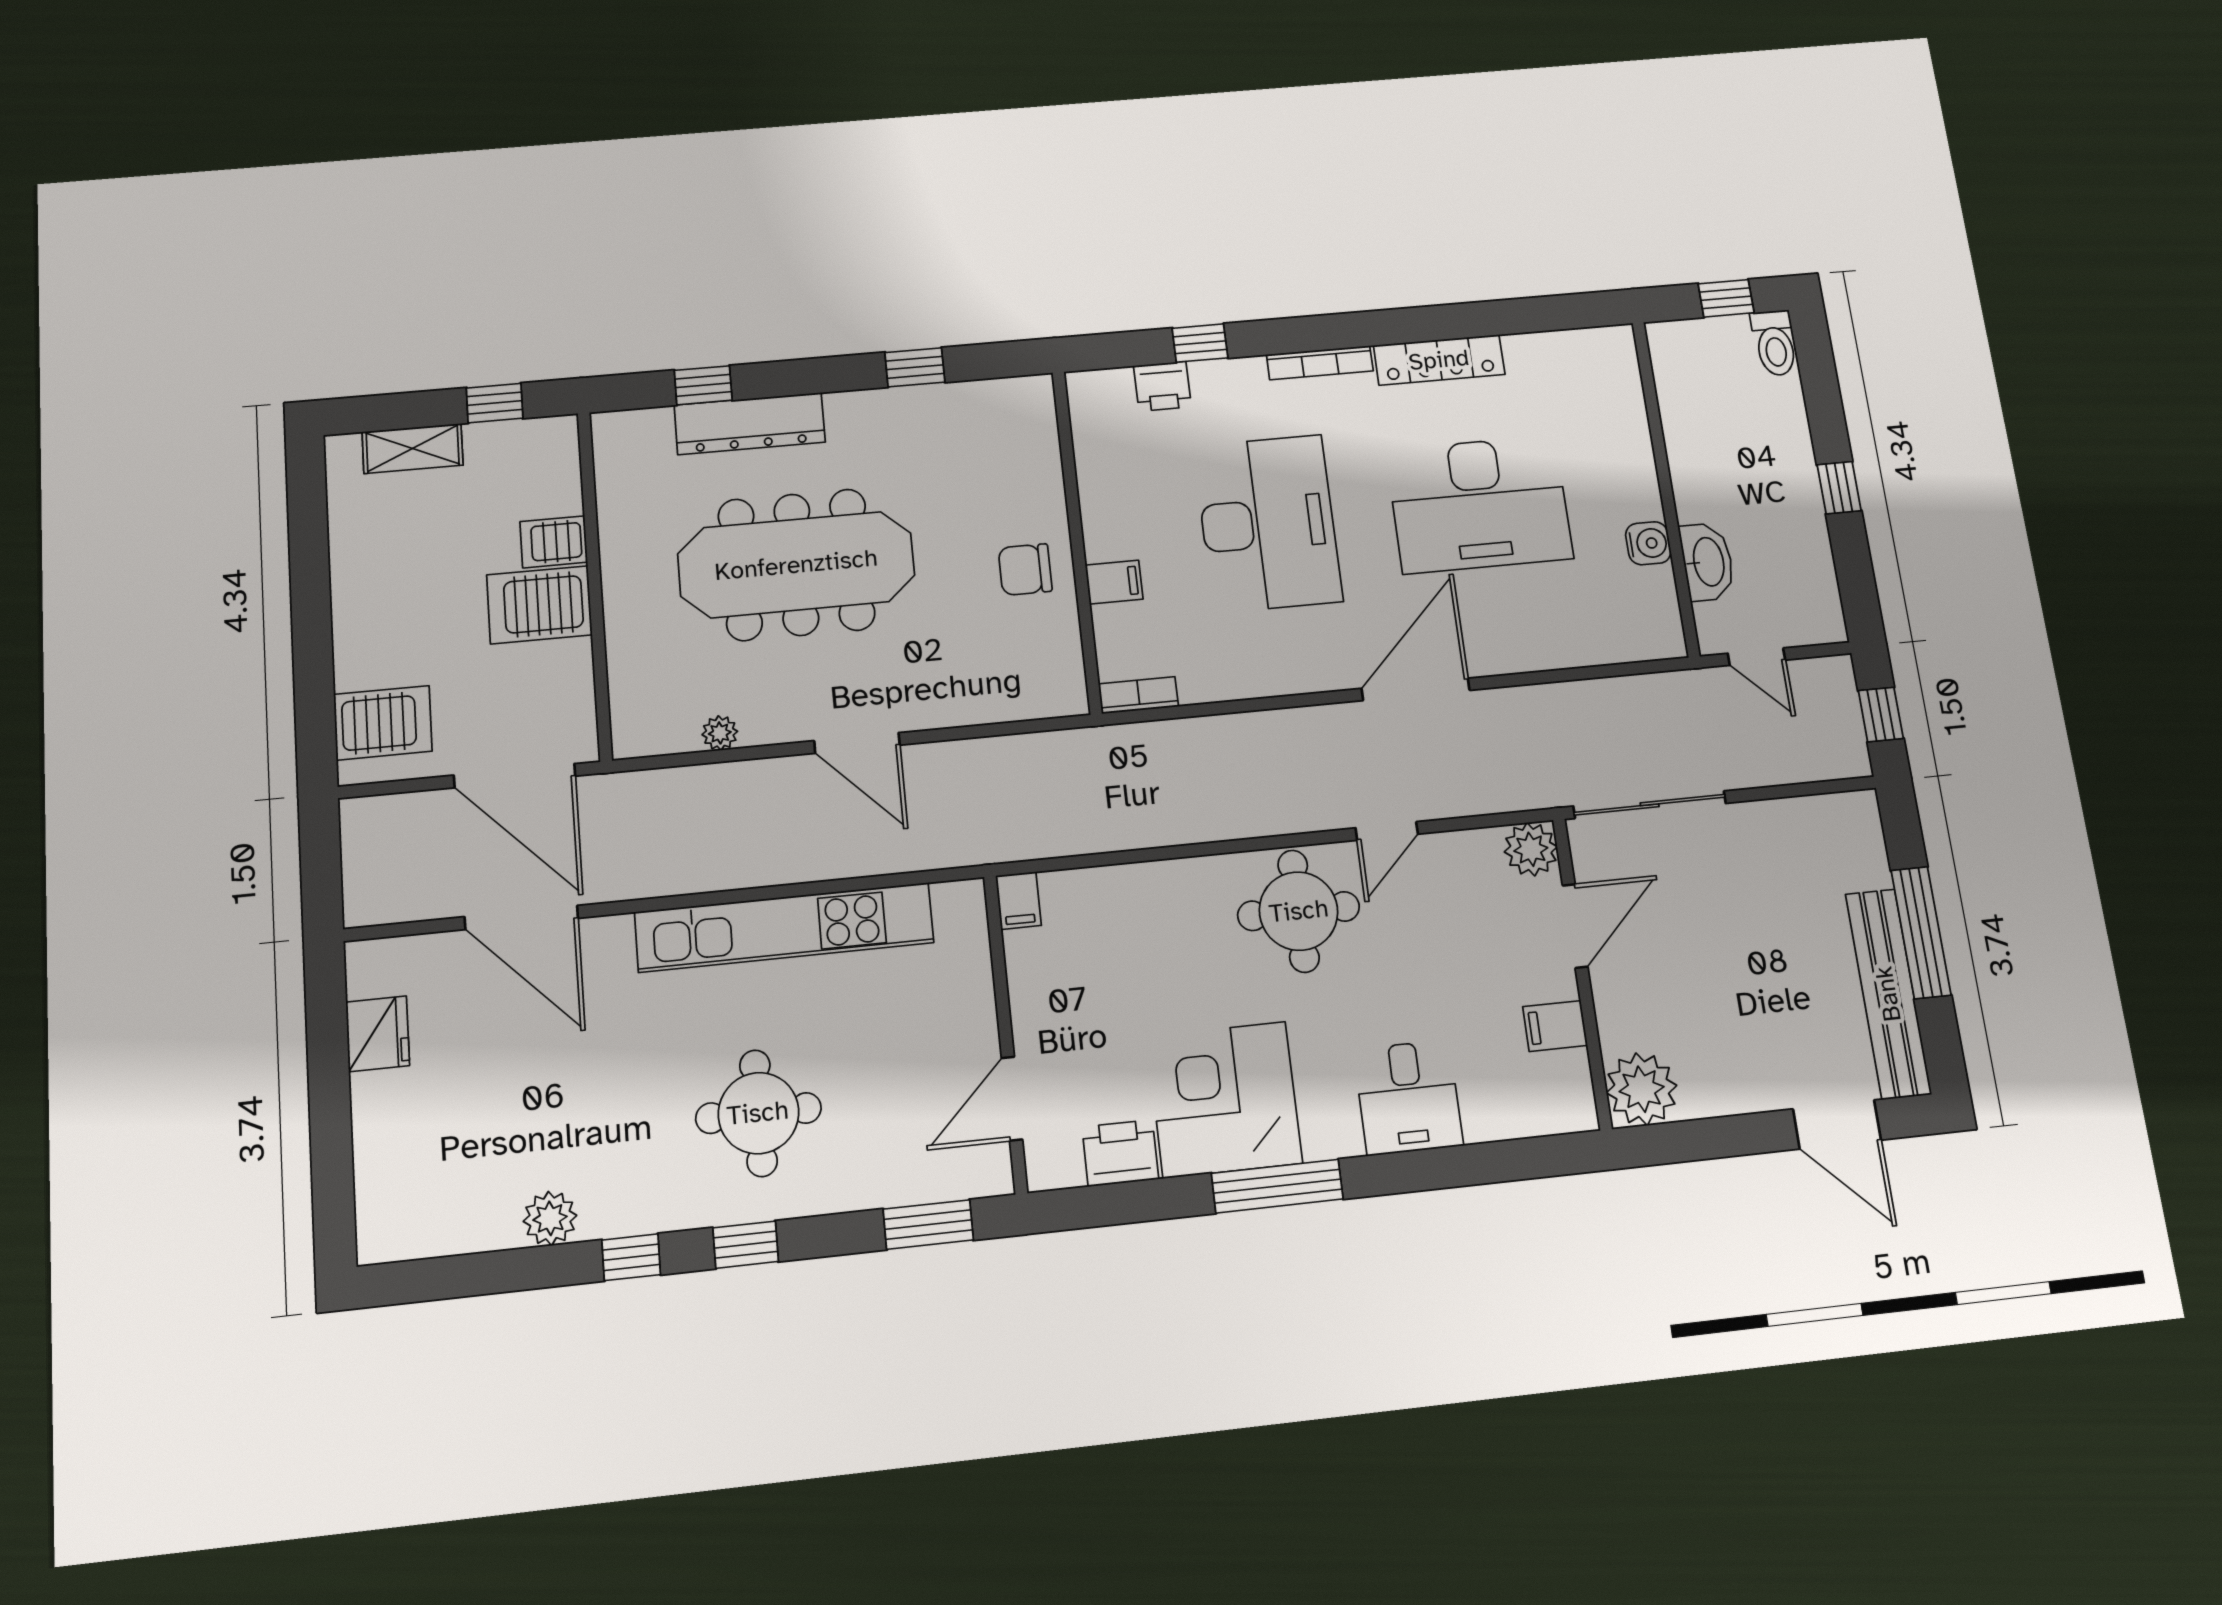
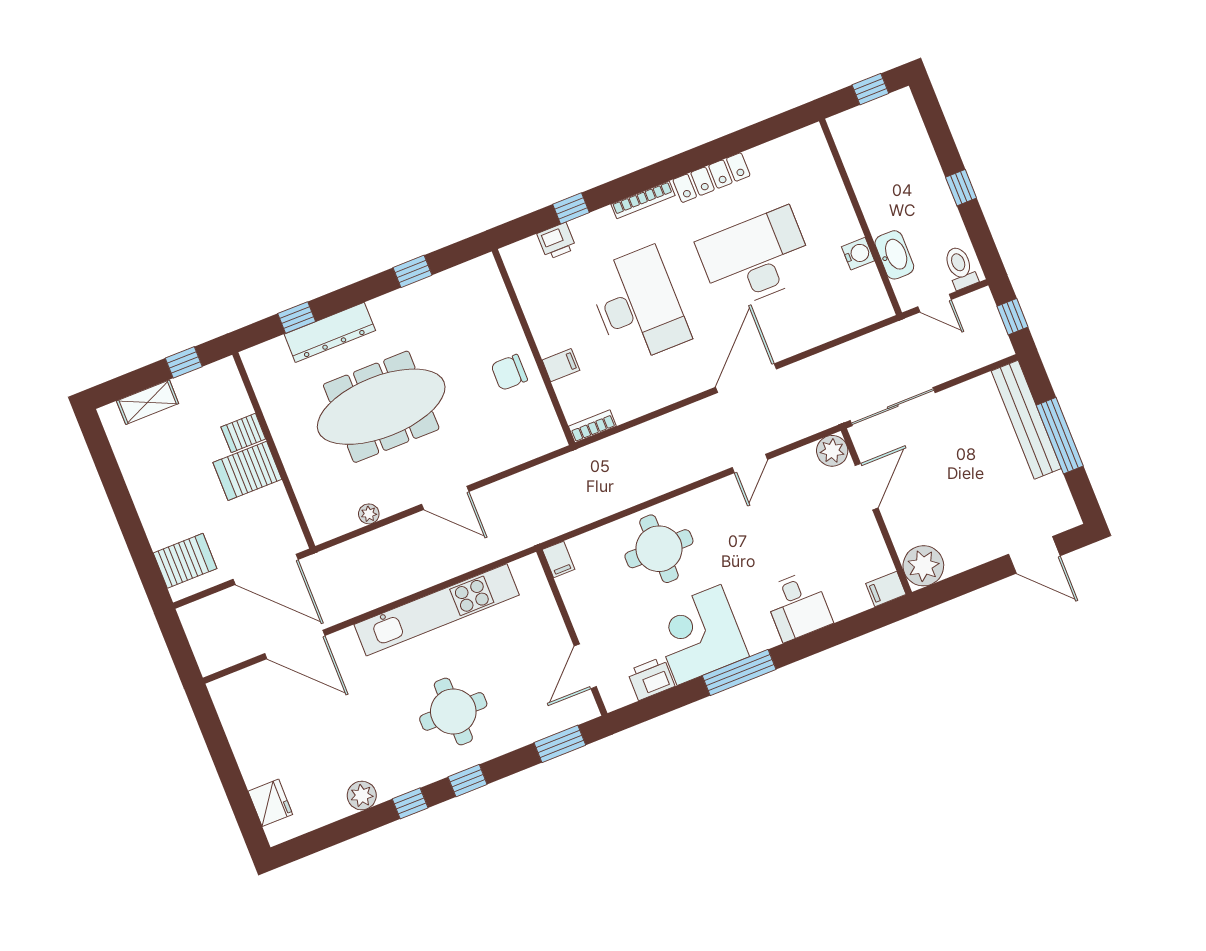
toilet: (1775, 343) -> (960, 268), moved, turned 180
desk: (1479, 504) -> (756, 259), turned 180
round table: (1299, 911) -> (659, 549), moved
bench: (1888, 994) -> (1026, 420), moved
filing cabinet: (1555, 1026) -> (886, 589), moved
fridge: (378, 1034) -> (270, 803), moved

